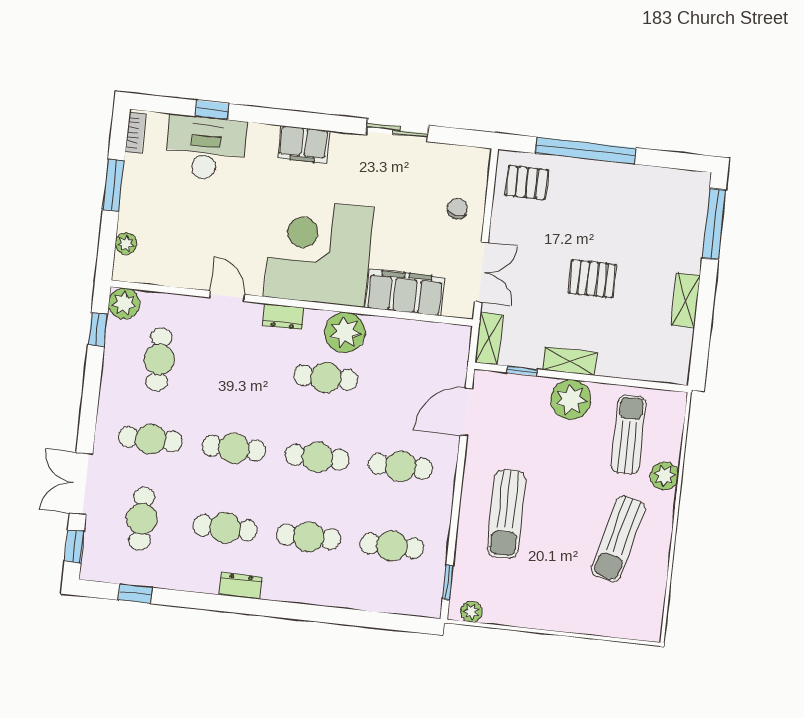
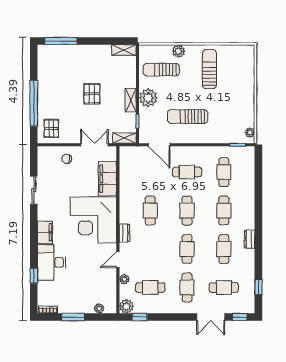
desk: (206, 148) -> (51, 262), moved
shelving: (686, 300) -> (124, 50), moved
plant: (345, 332) -> (124, 279), moved, width x0.53, depth x0.53
cafe table: (401, 466) -> (187, 172), turned 90
sun lounger: (506, 514) -> (188, 117), moved, turned 180
sun lounger: (618, 539) -> (209, 69), turned -104

